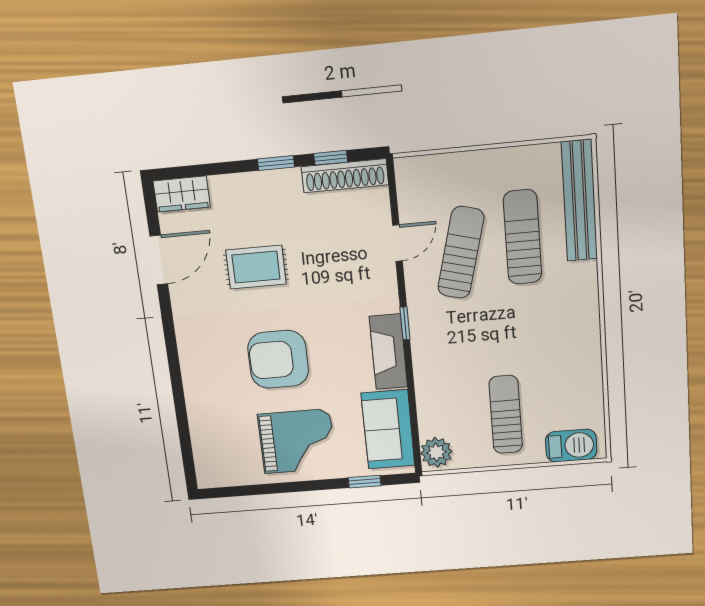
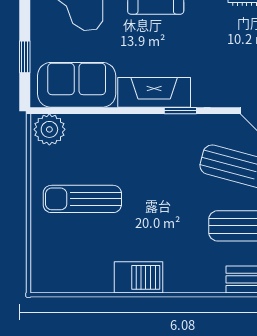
sun lounger: (506, 415) -> (82, 199), turned 180
barbecue: (571, 446) -> (139, 277), moved, turned -90

